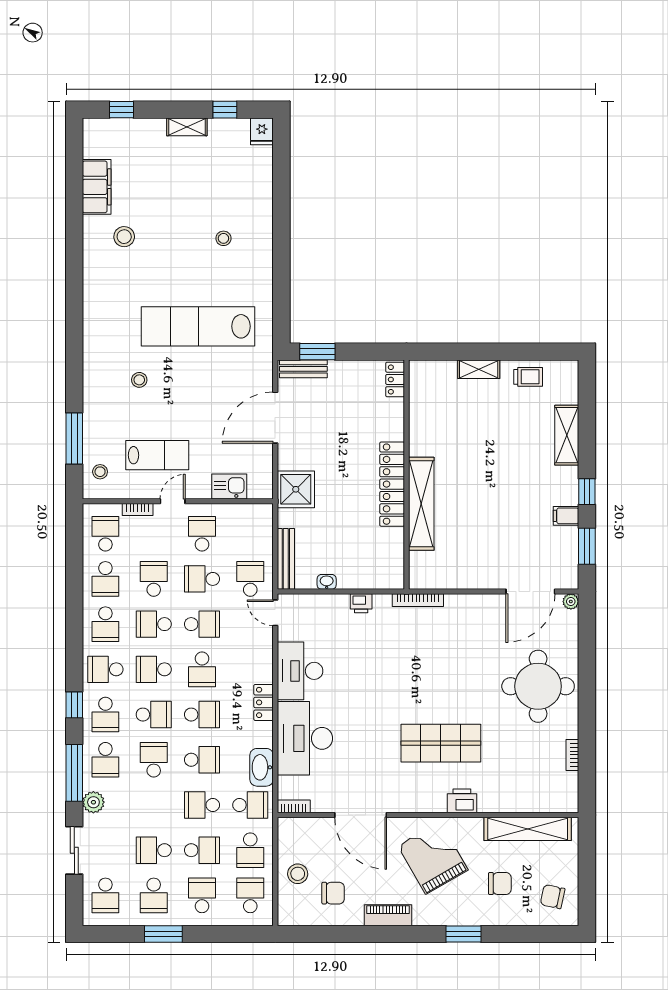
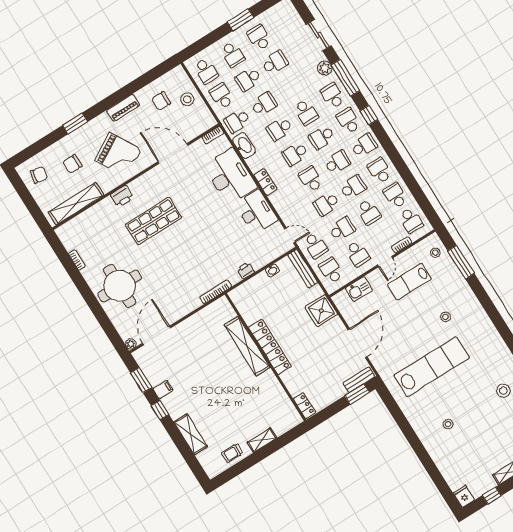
school desk: (105, 895) -> (331, 270), moved

